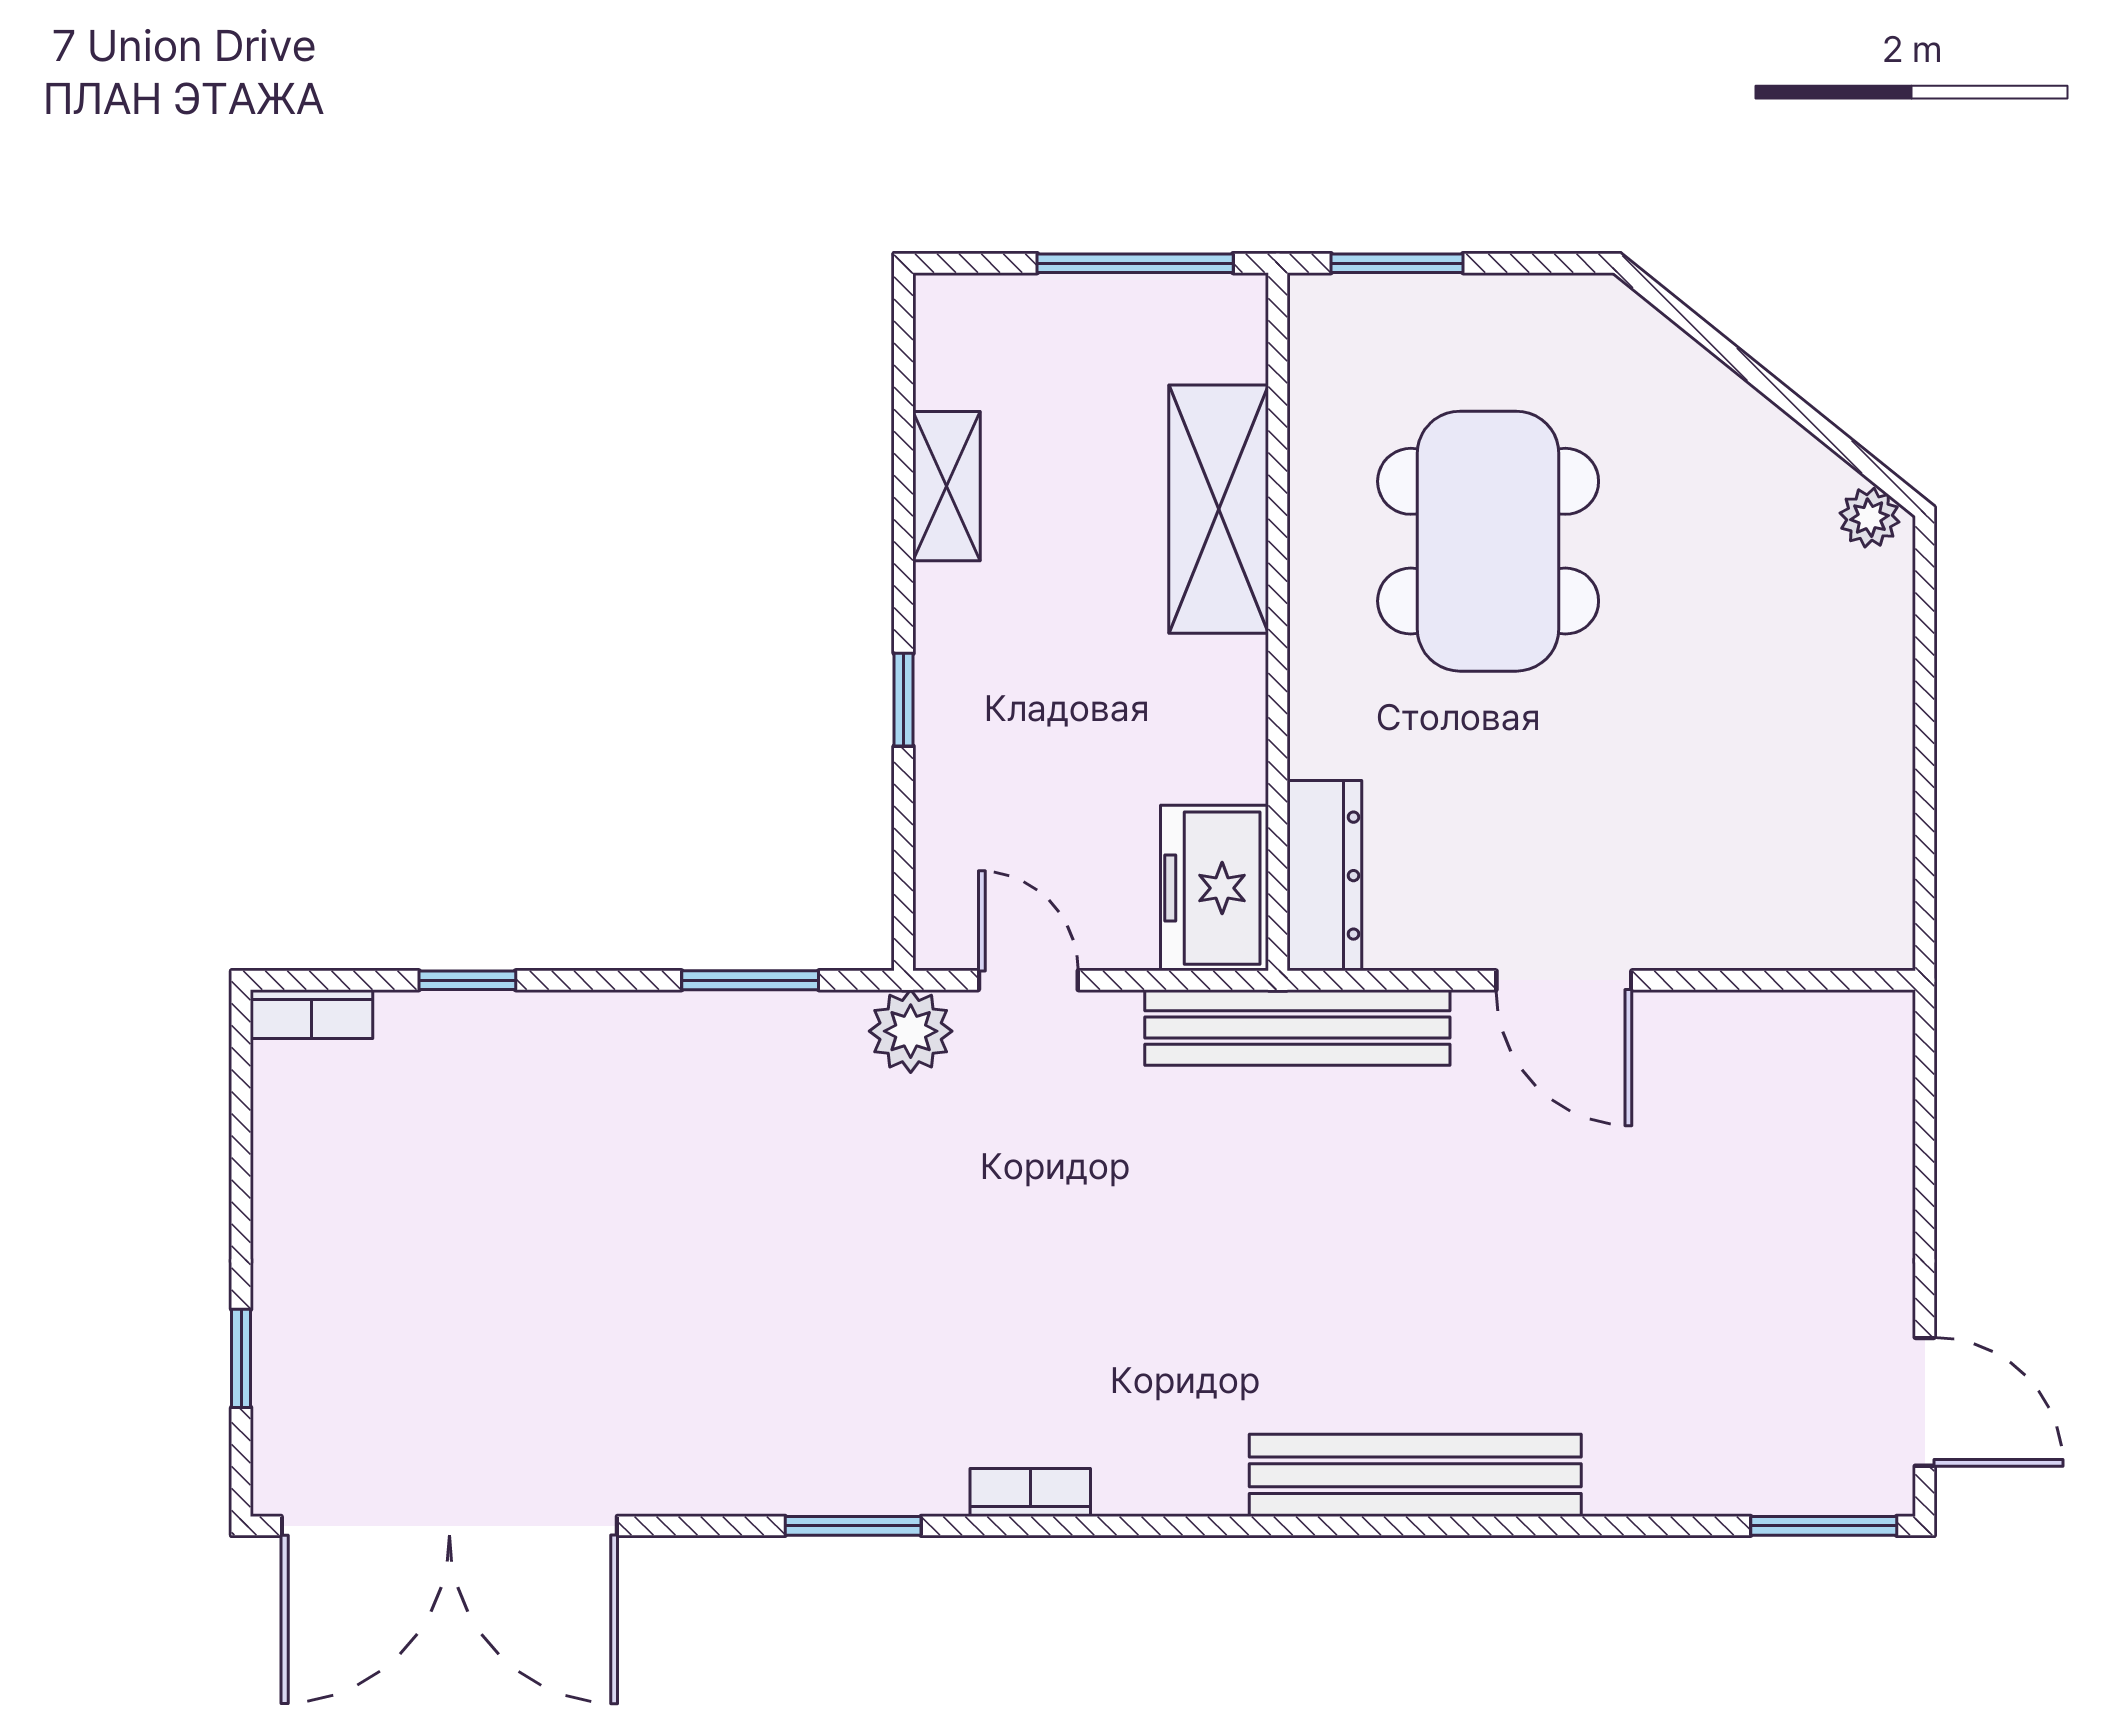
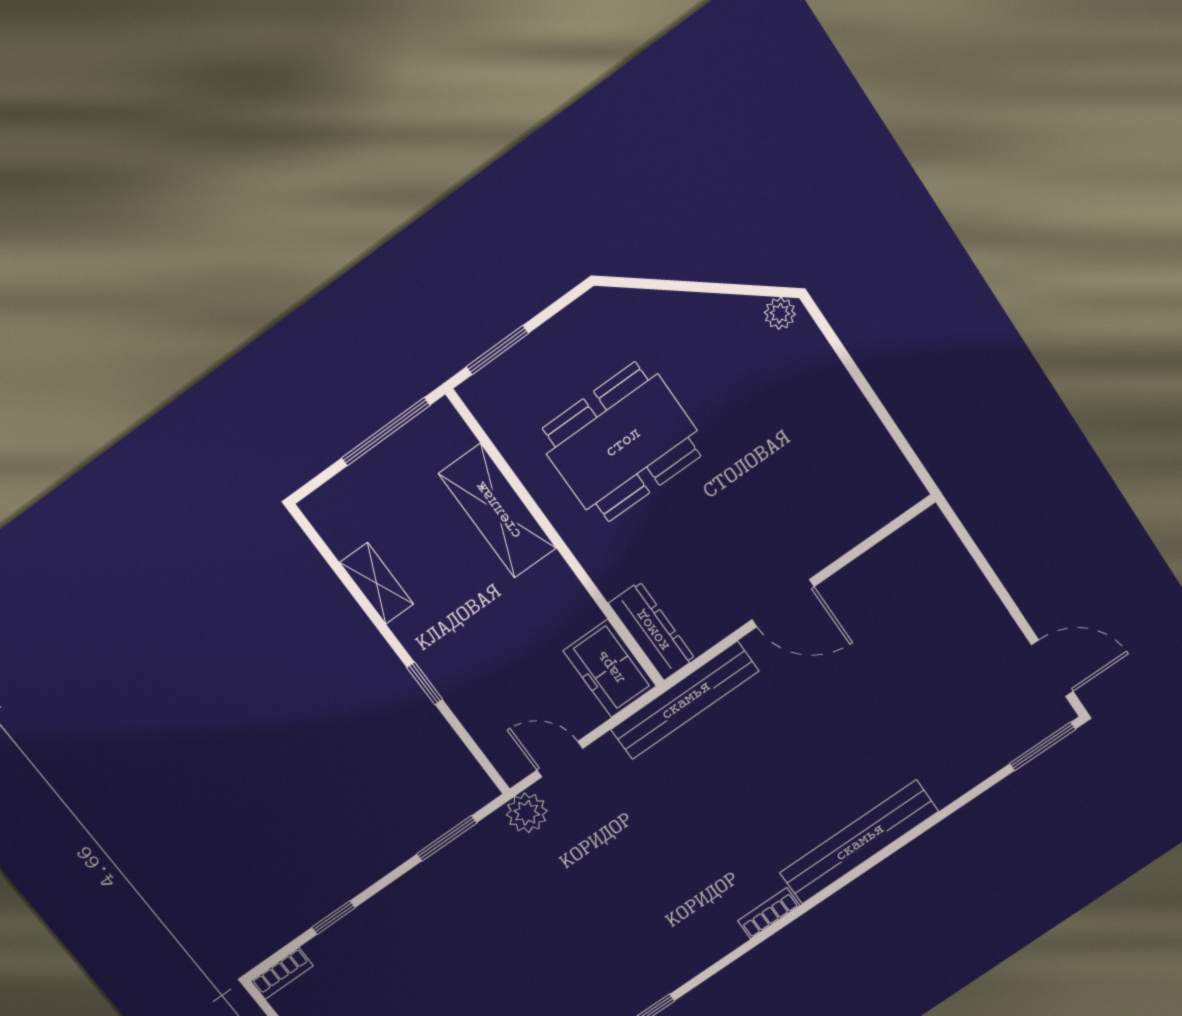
dining table: (1488, 541) -> (622, 442), turned 90
bookcase: (1030, 1492) -> (769, 913), moved

